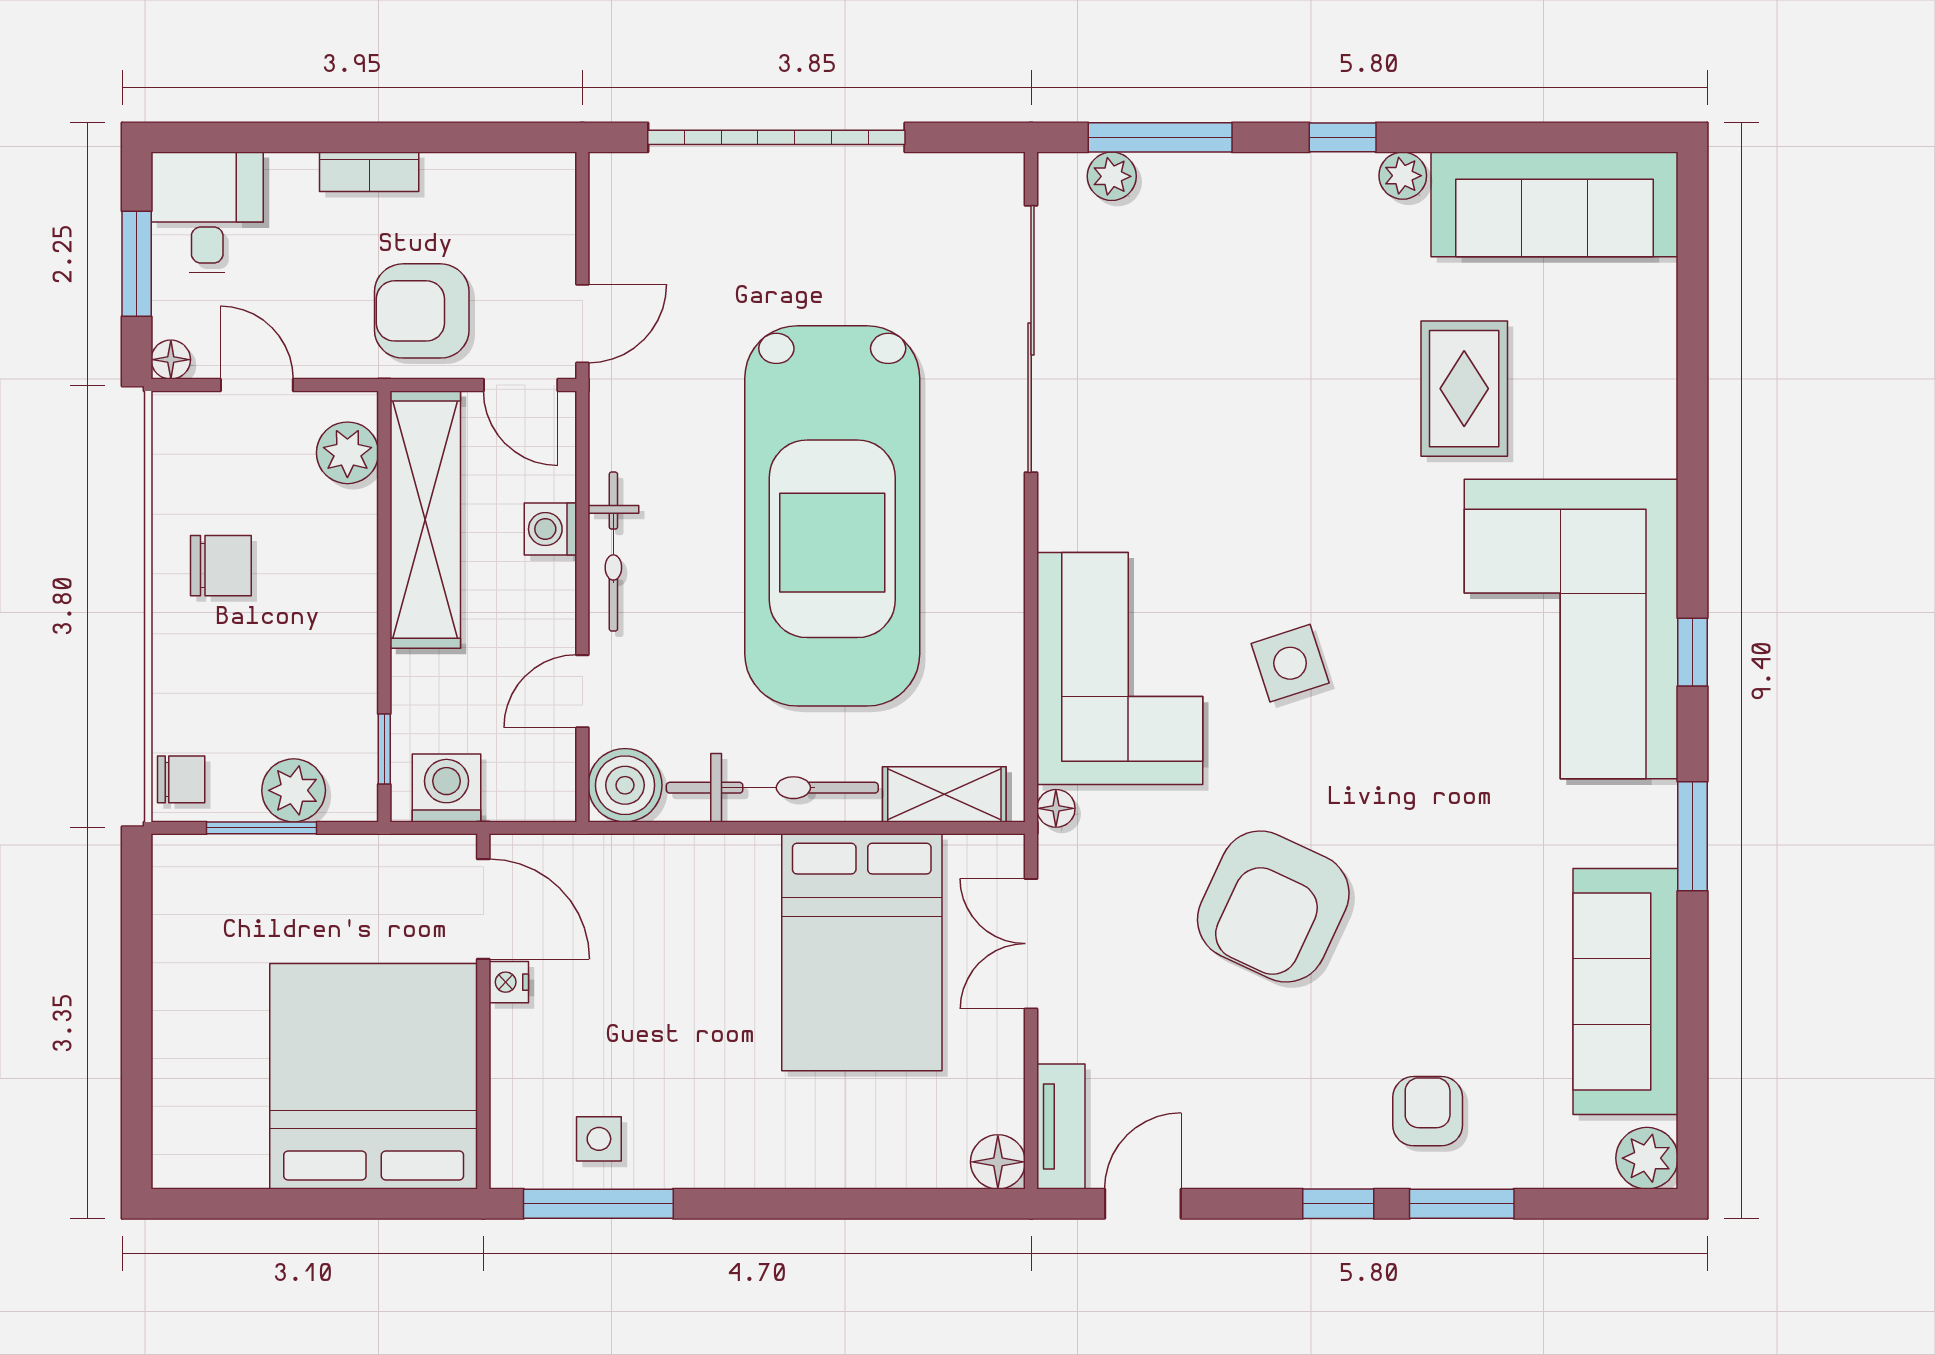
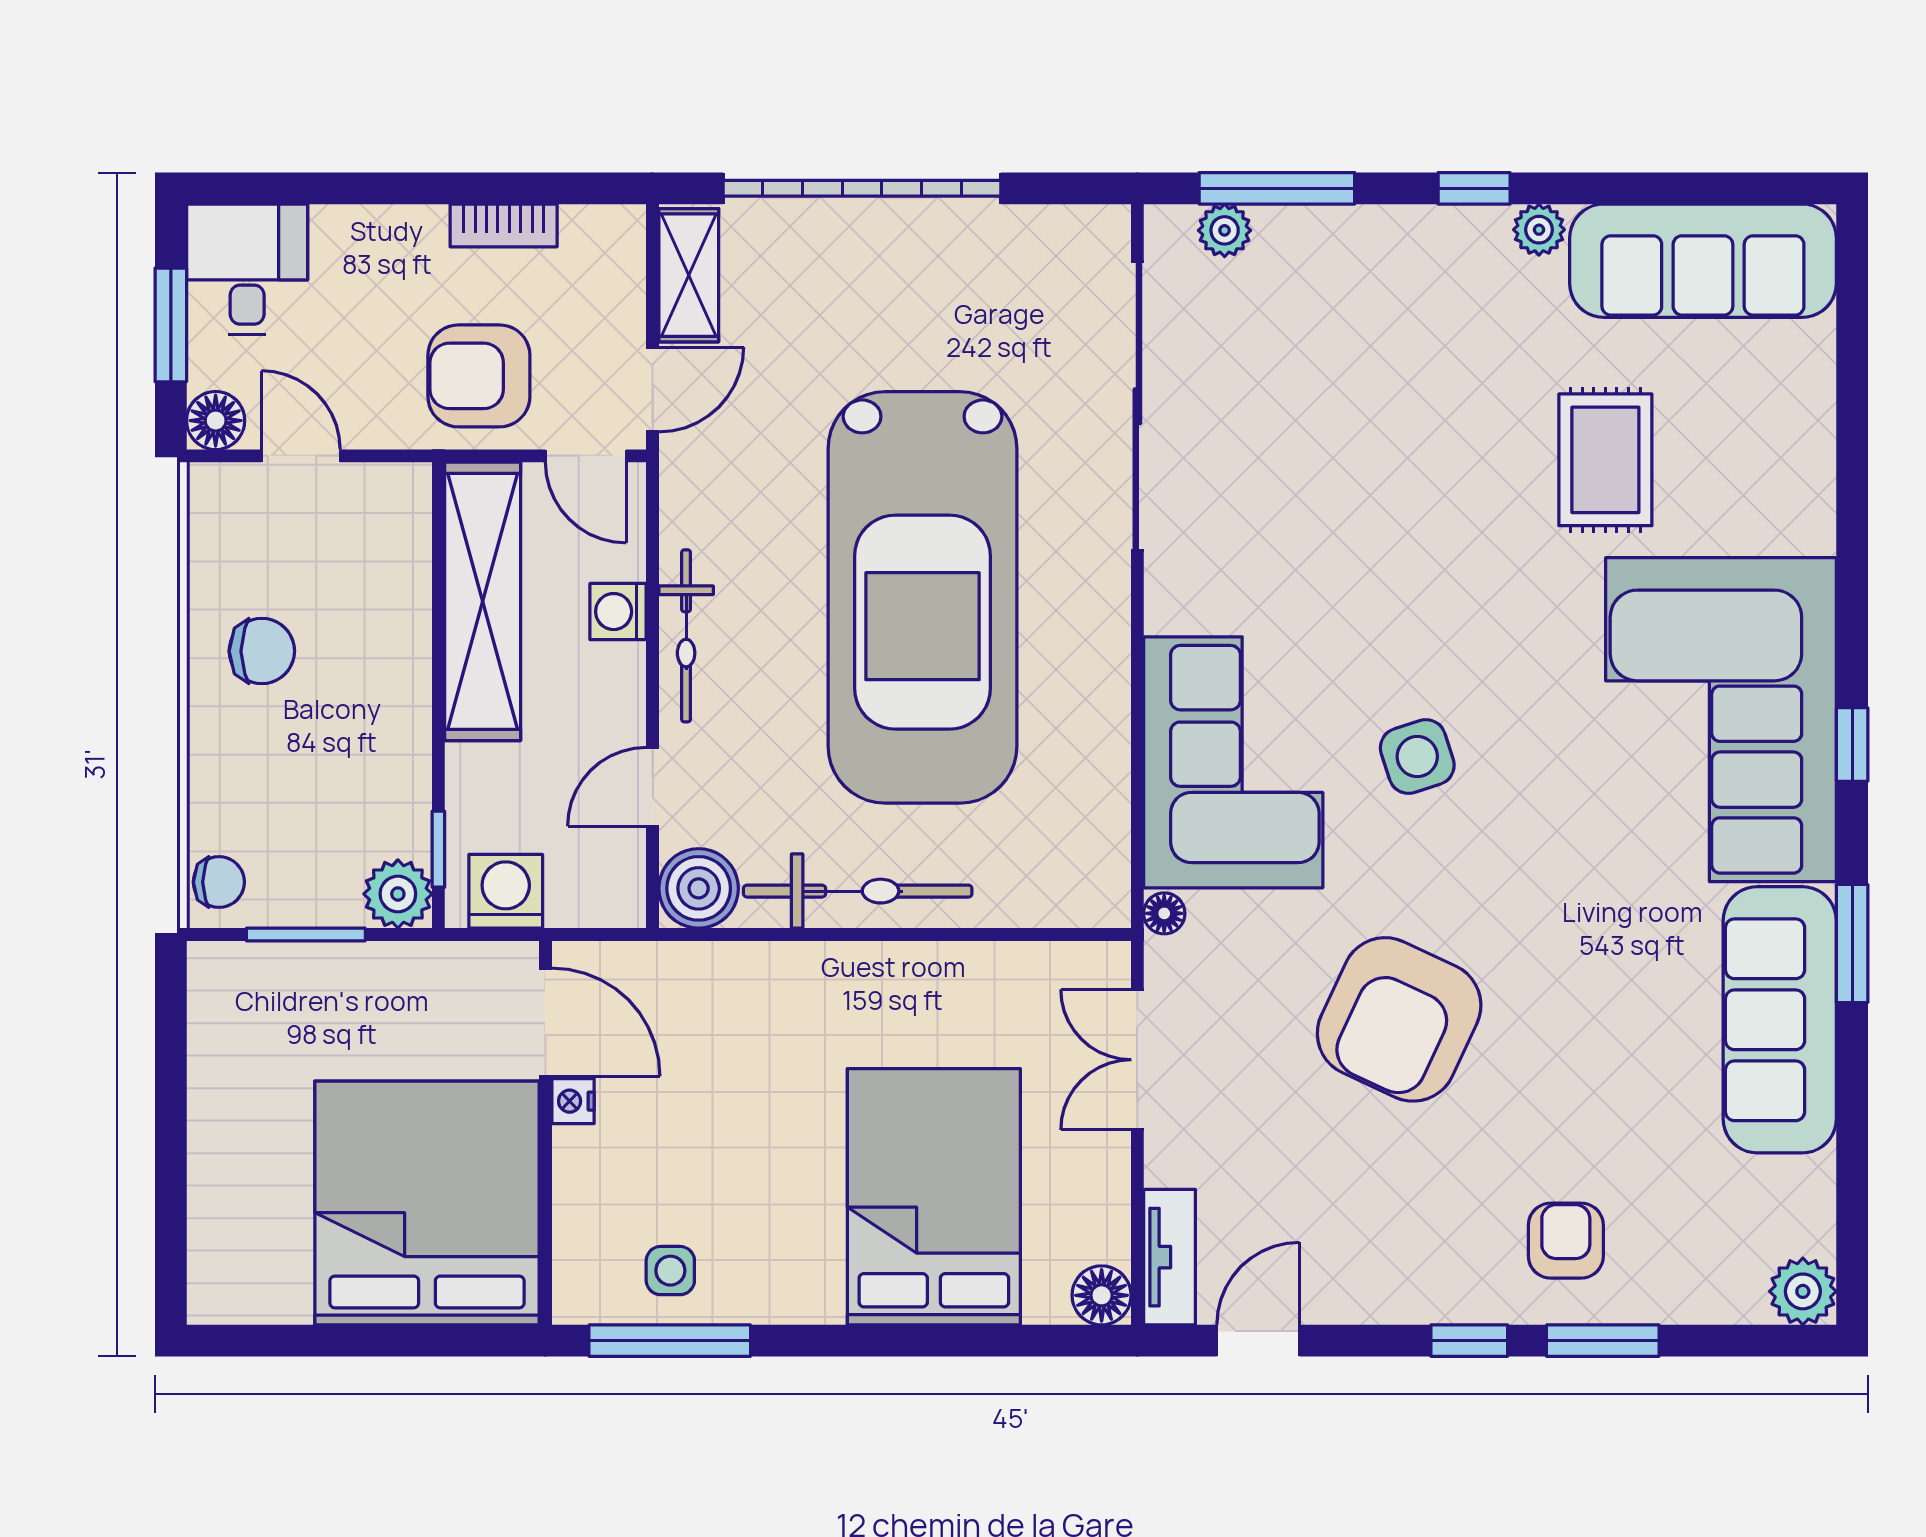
bookcase: (369, 172) -> (504, 225), moved
floor lamp: (171, 360) -> (216, 421), width x1.37, depth x1.37
plant: (347, 453) -> (399, 529), removed
plant: (294, 790) -> (398, 894), moved
shelving: (944, 794) -> (689, 275), moved, turned 90
bed: (862, 952) -> (934, 1197), moved, turned 180
sofa: (1626, 992) -> (1780, 1020), moved

